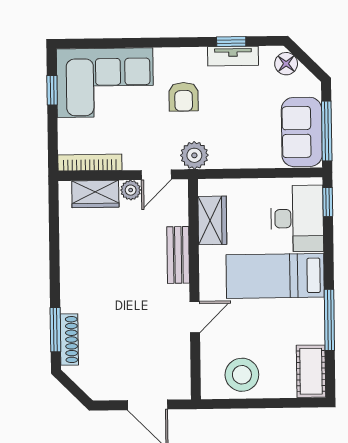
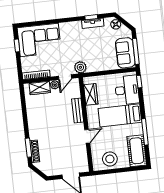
armchair: (184, 97) -> (73, 43), removed
cot: (311, 371) -> (137, 151), width x1.37, depth x1.34

